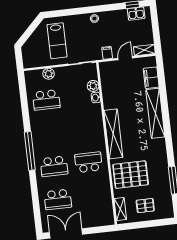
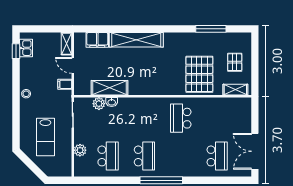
lab bench: (57, 41) -> (45, 137), turned 90
shelving: (113, 134) -> (109, 88), moved, width x0.68
school desk: (54, 166) -> (144, 156), moved

